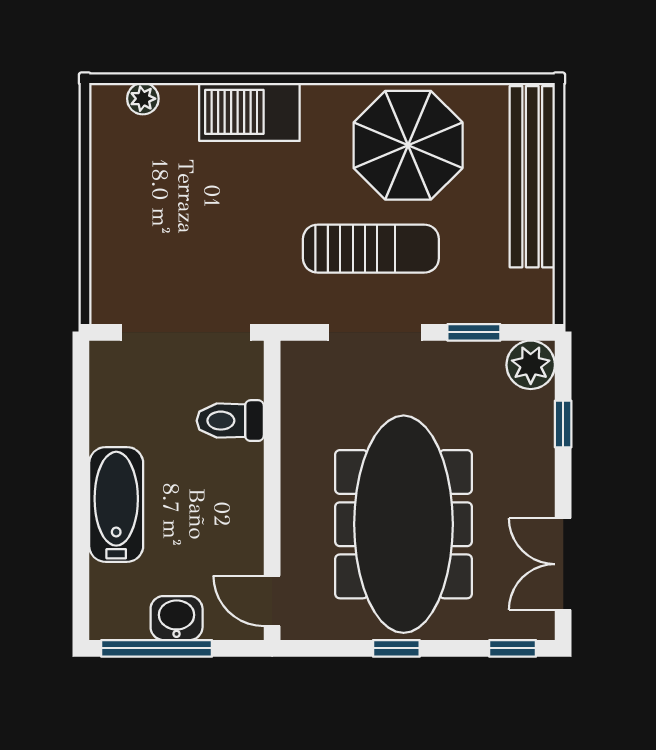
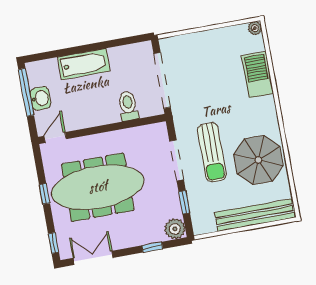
plant: (143, 99) -> (255, 28), moved
barbecue: (249, 112) -> (257, 75), moved

